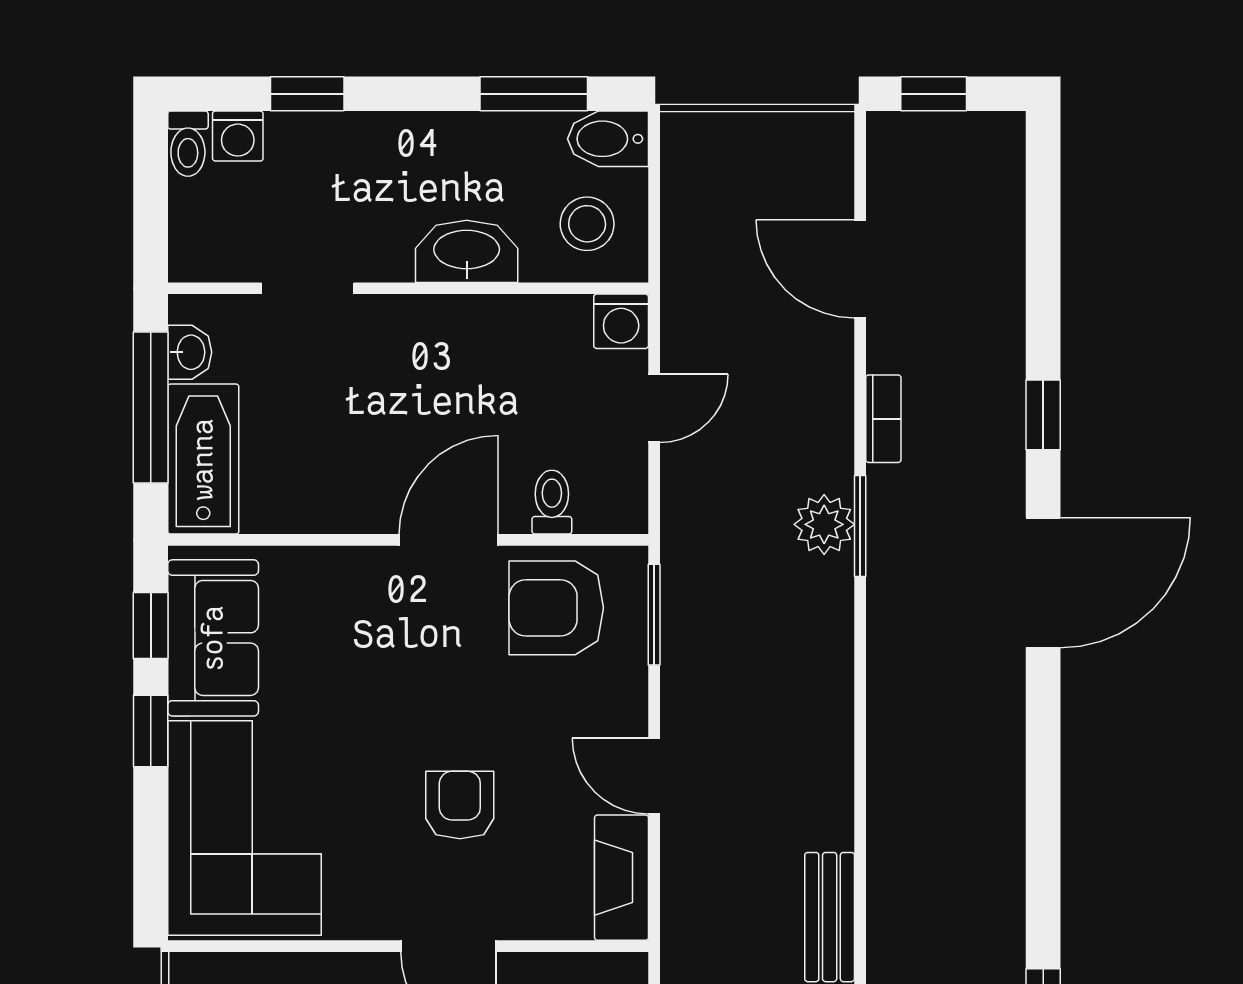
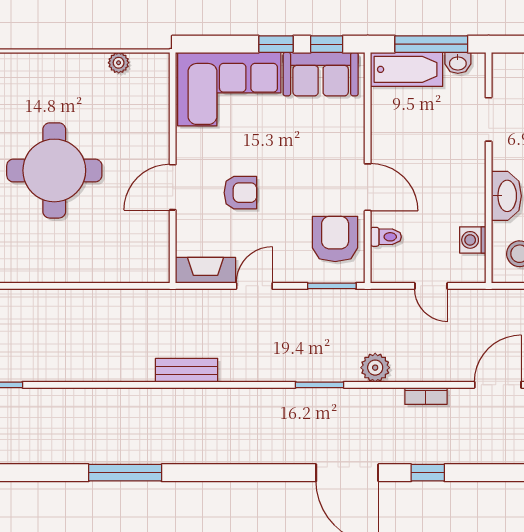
washing machine: (621, 321) -> (473, 240), moved
window: (860, 526) -> (320, 385), moved

